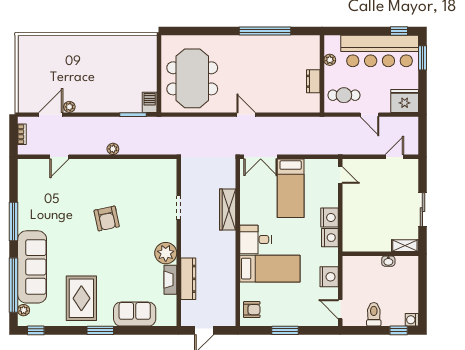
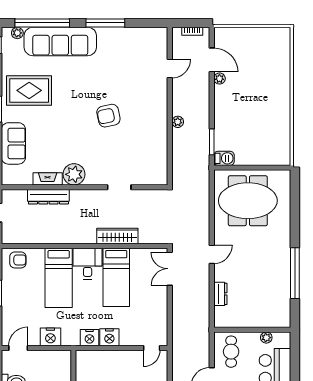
dresser: (313, 81) -> (220, 294), moved, turned 90
door: (59, 157) -> (170, 69), swing flipped
bed: (291, 188) -> (116, 277), moved, turned -90
armchair: (252, 310) -> (18, 260), turned -90

